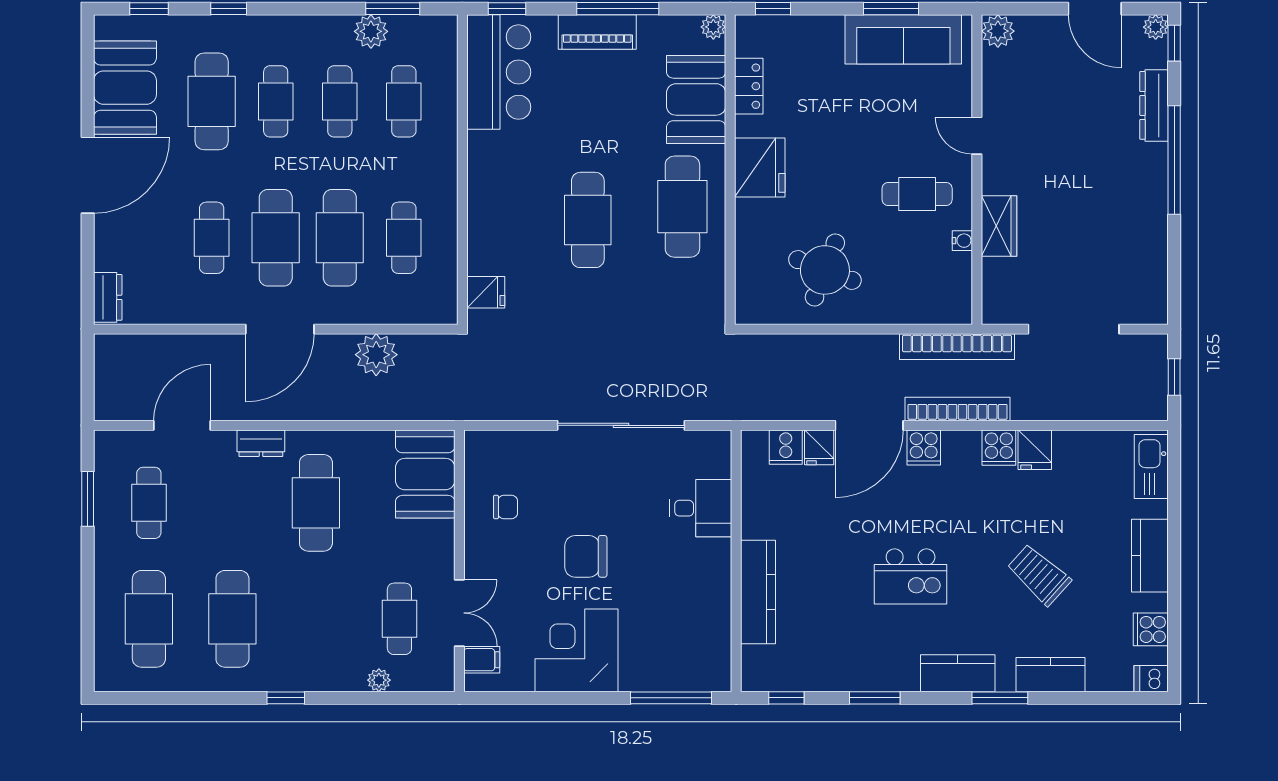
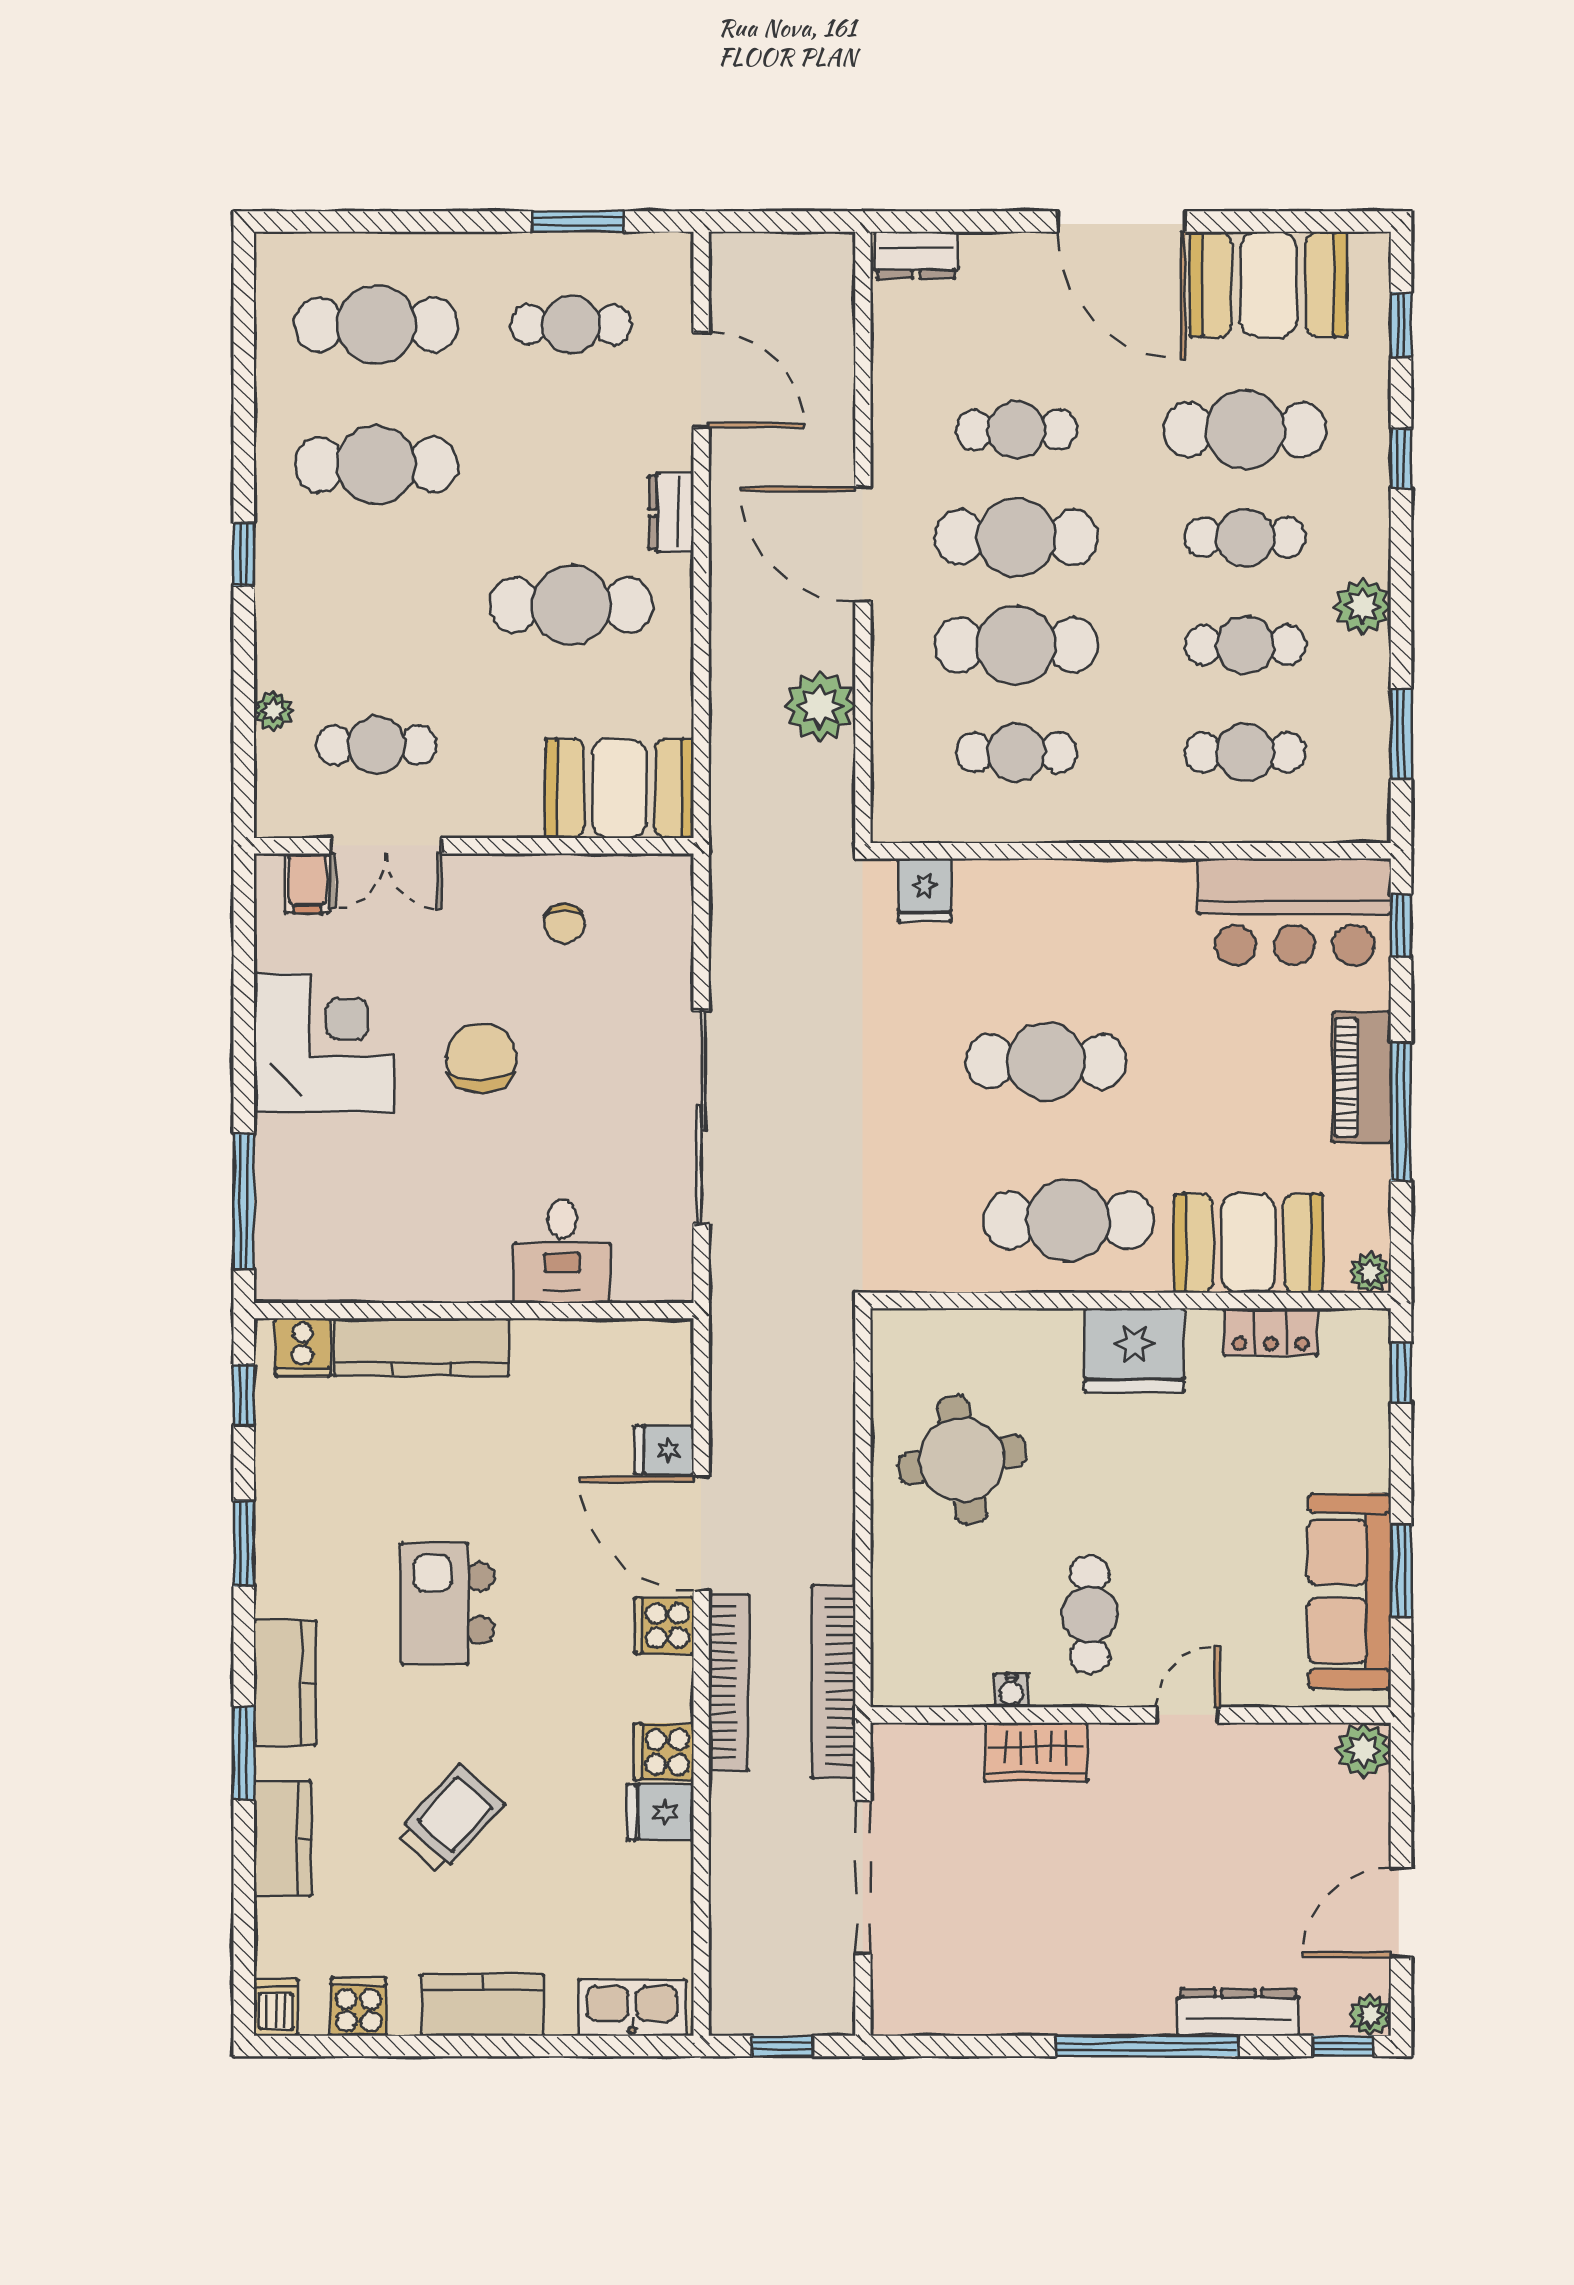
plant: (371, 31) -> (1363, 606), moved
round table: (825, 270) -> (962, 1460), turned -31
cooker: (786, 447) -> (303, 1347), moved, turned -90

